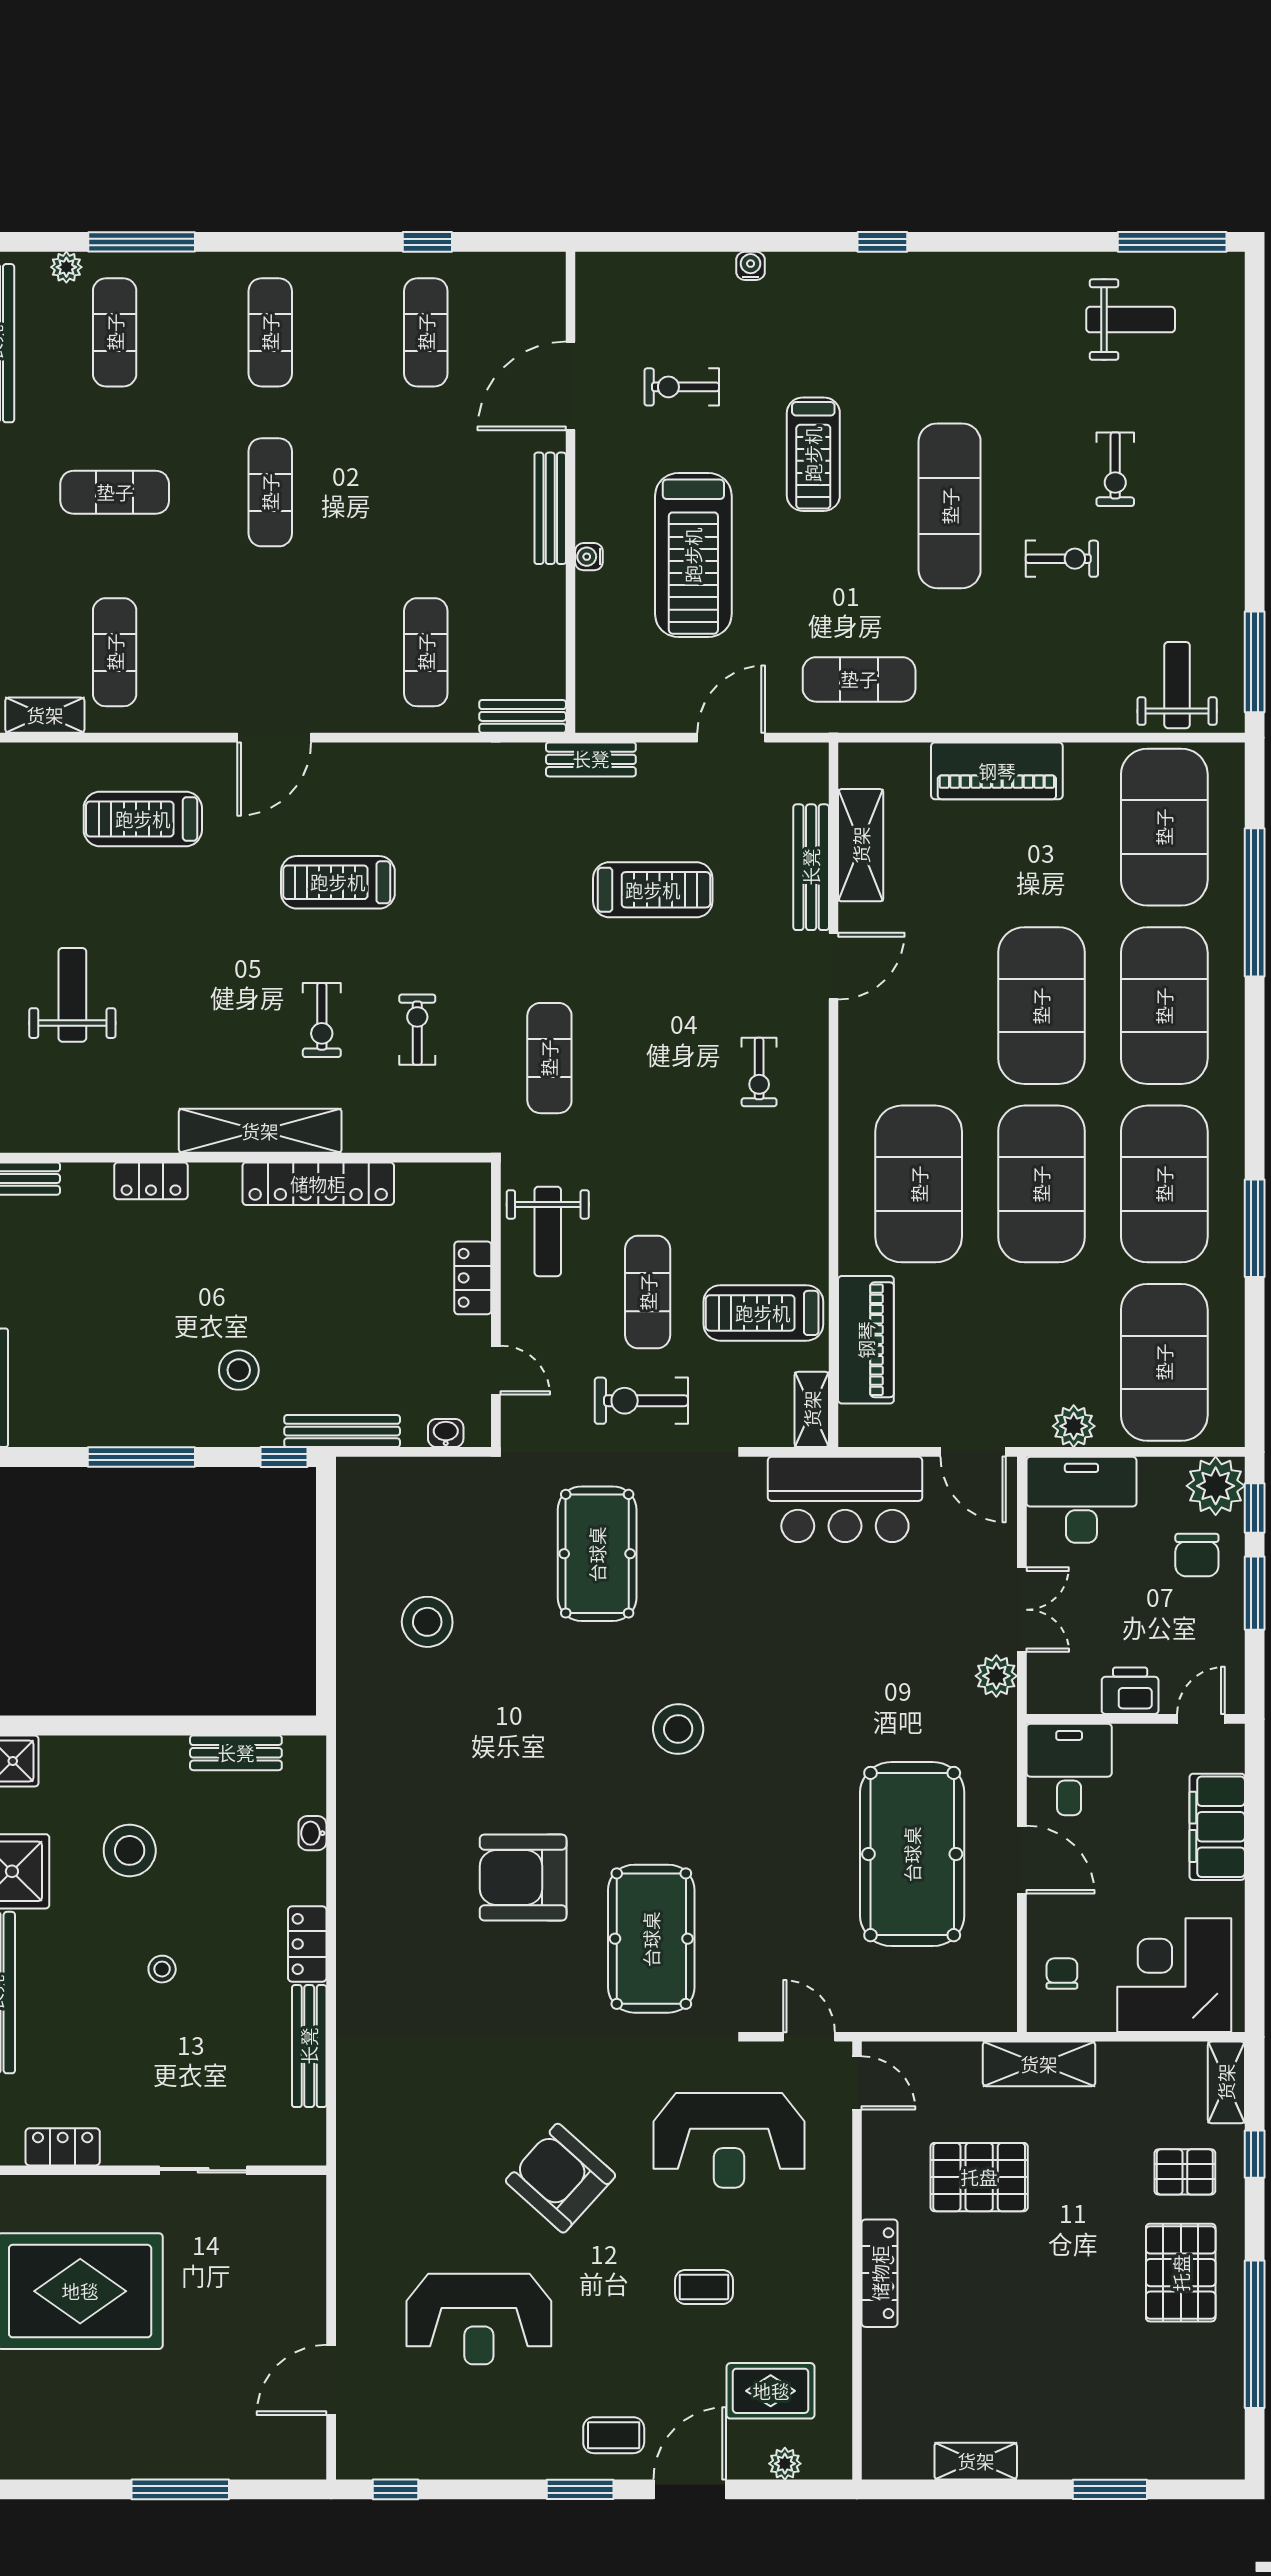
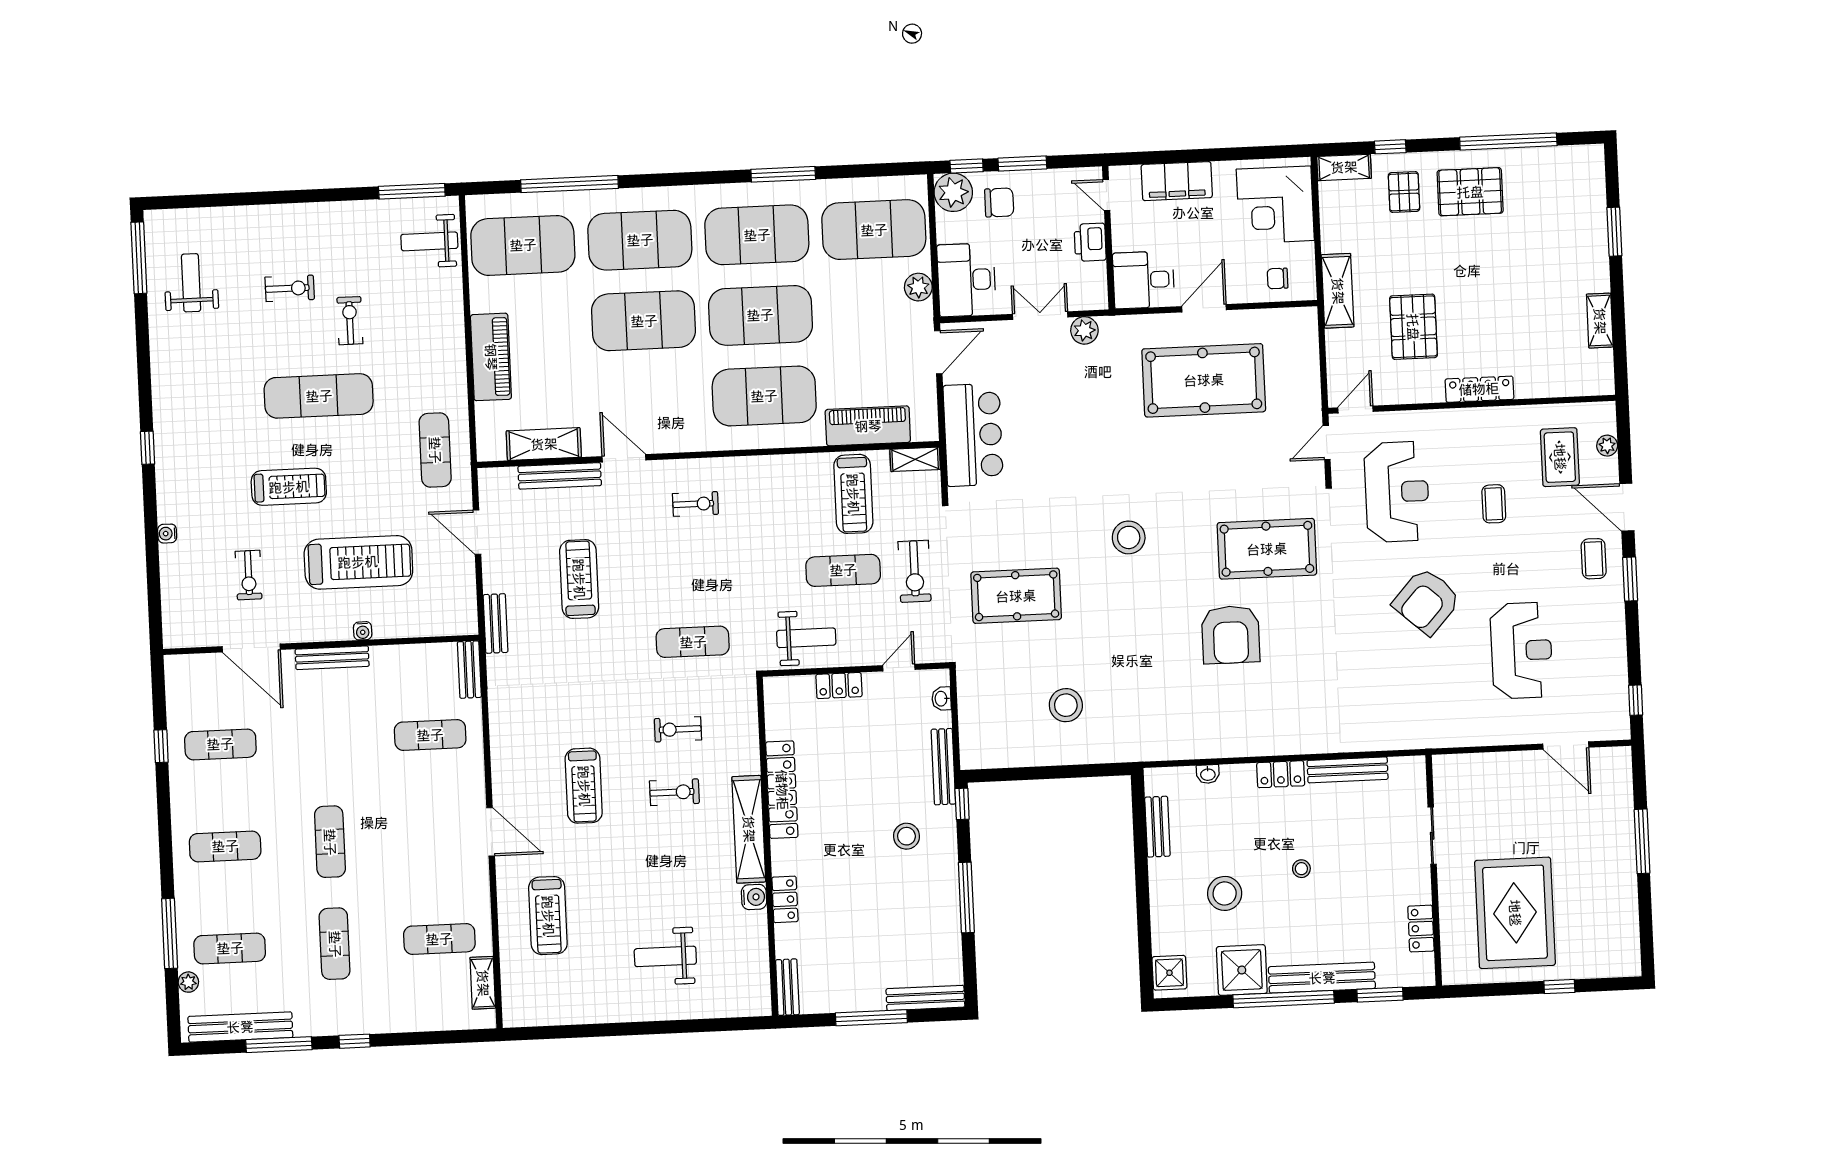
exercise mat: (270, 492) -> (330, 842), turned 90
water cooler: (157, 1134) -> (754, 897), added

